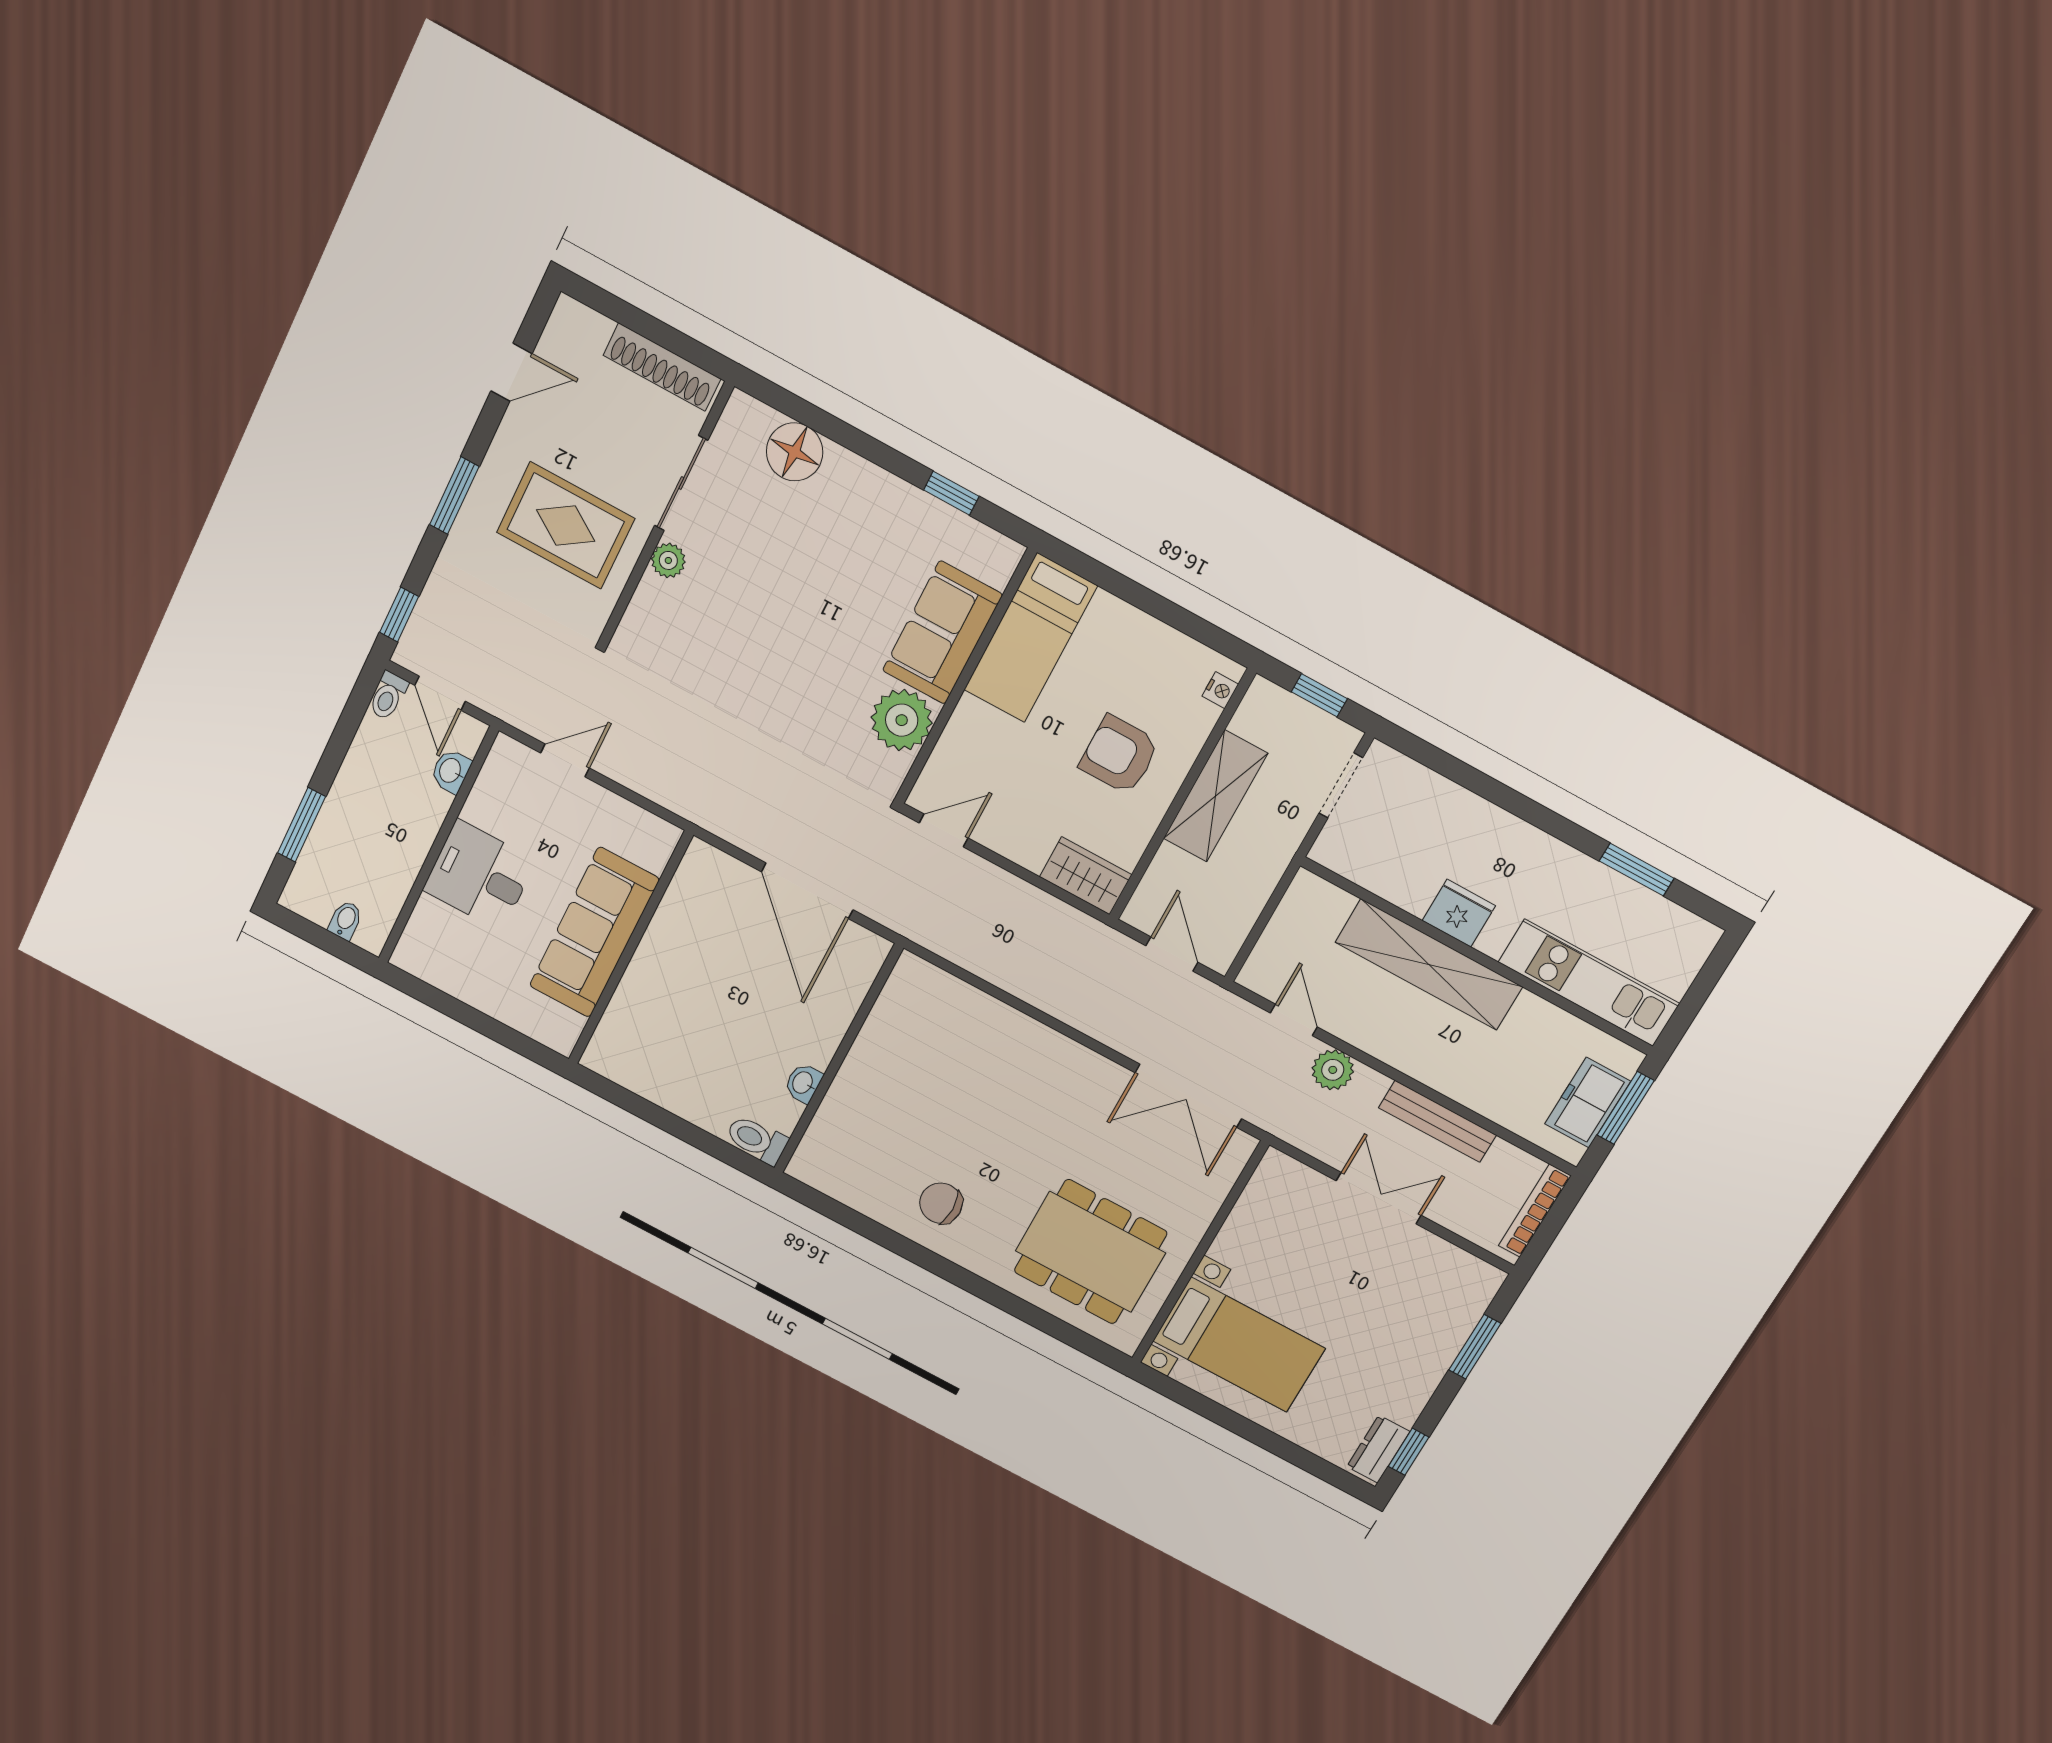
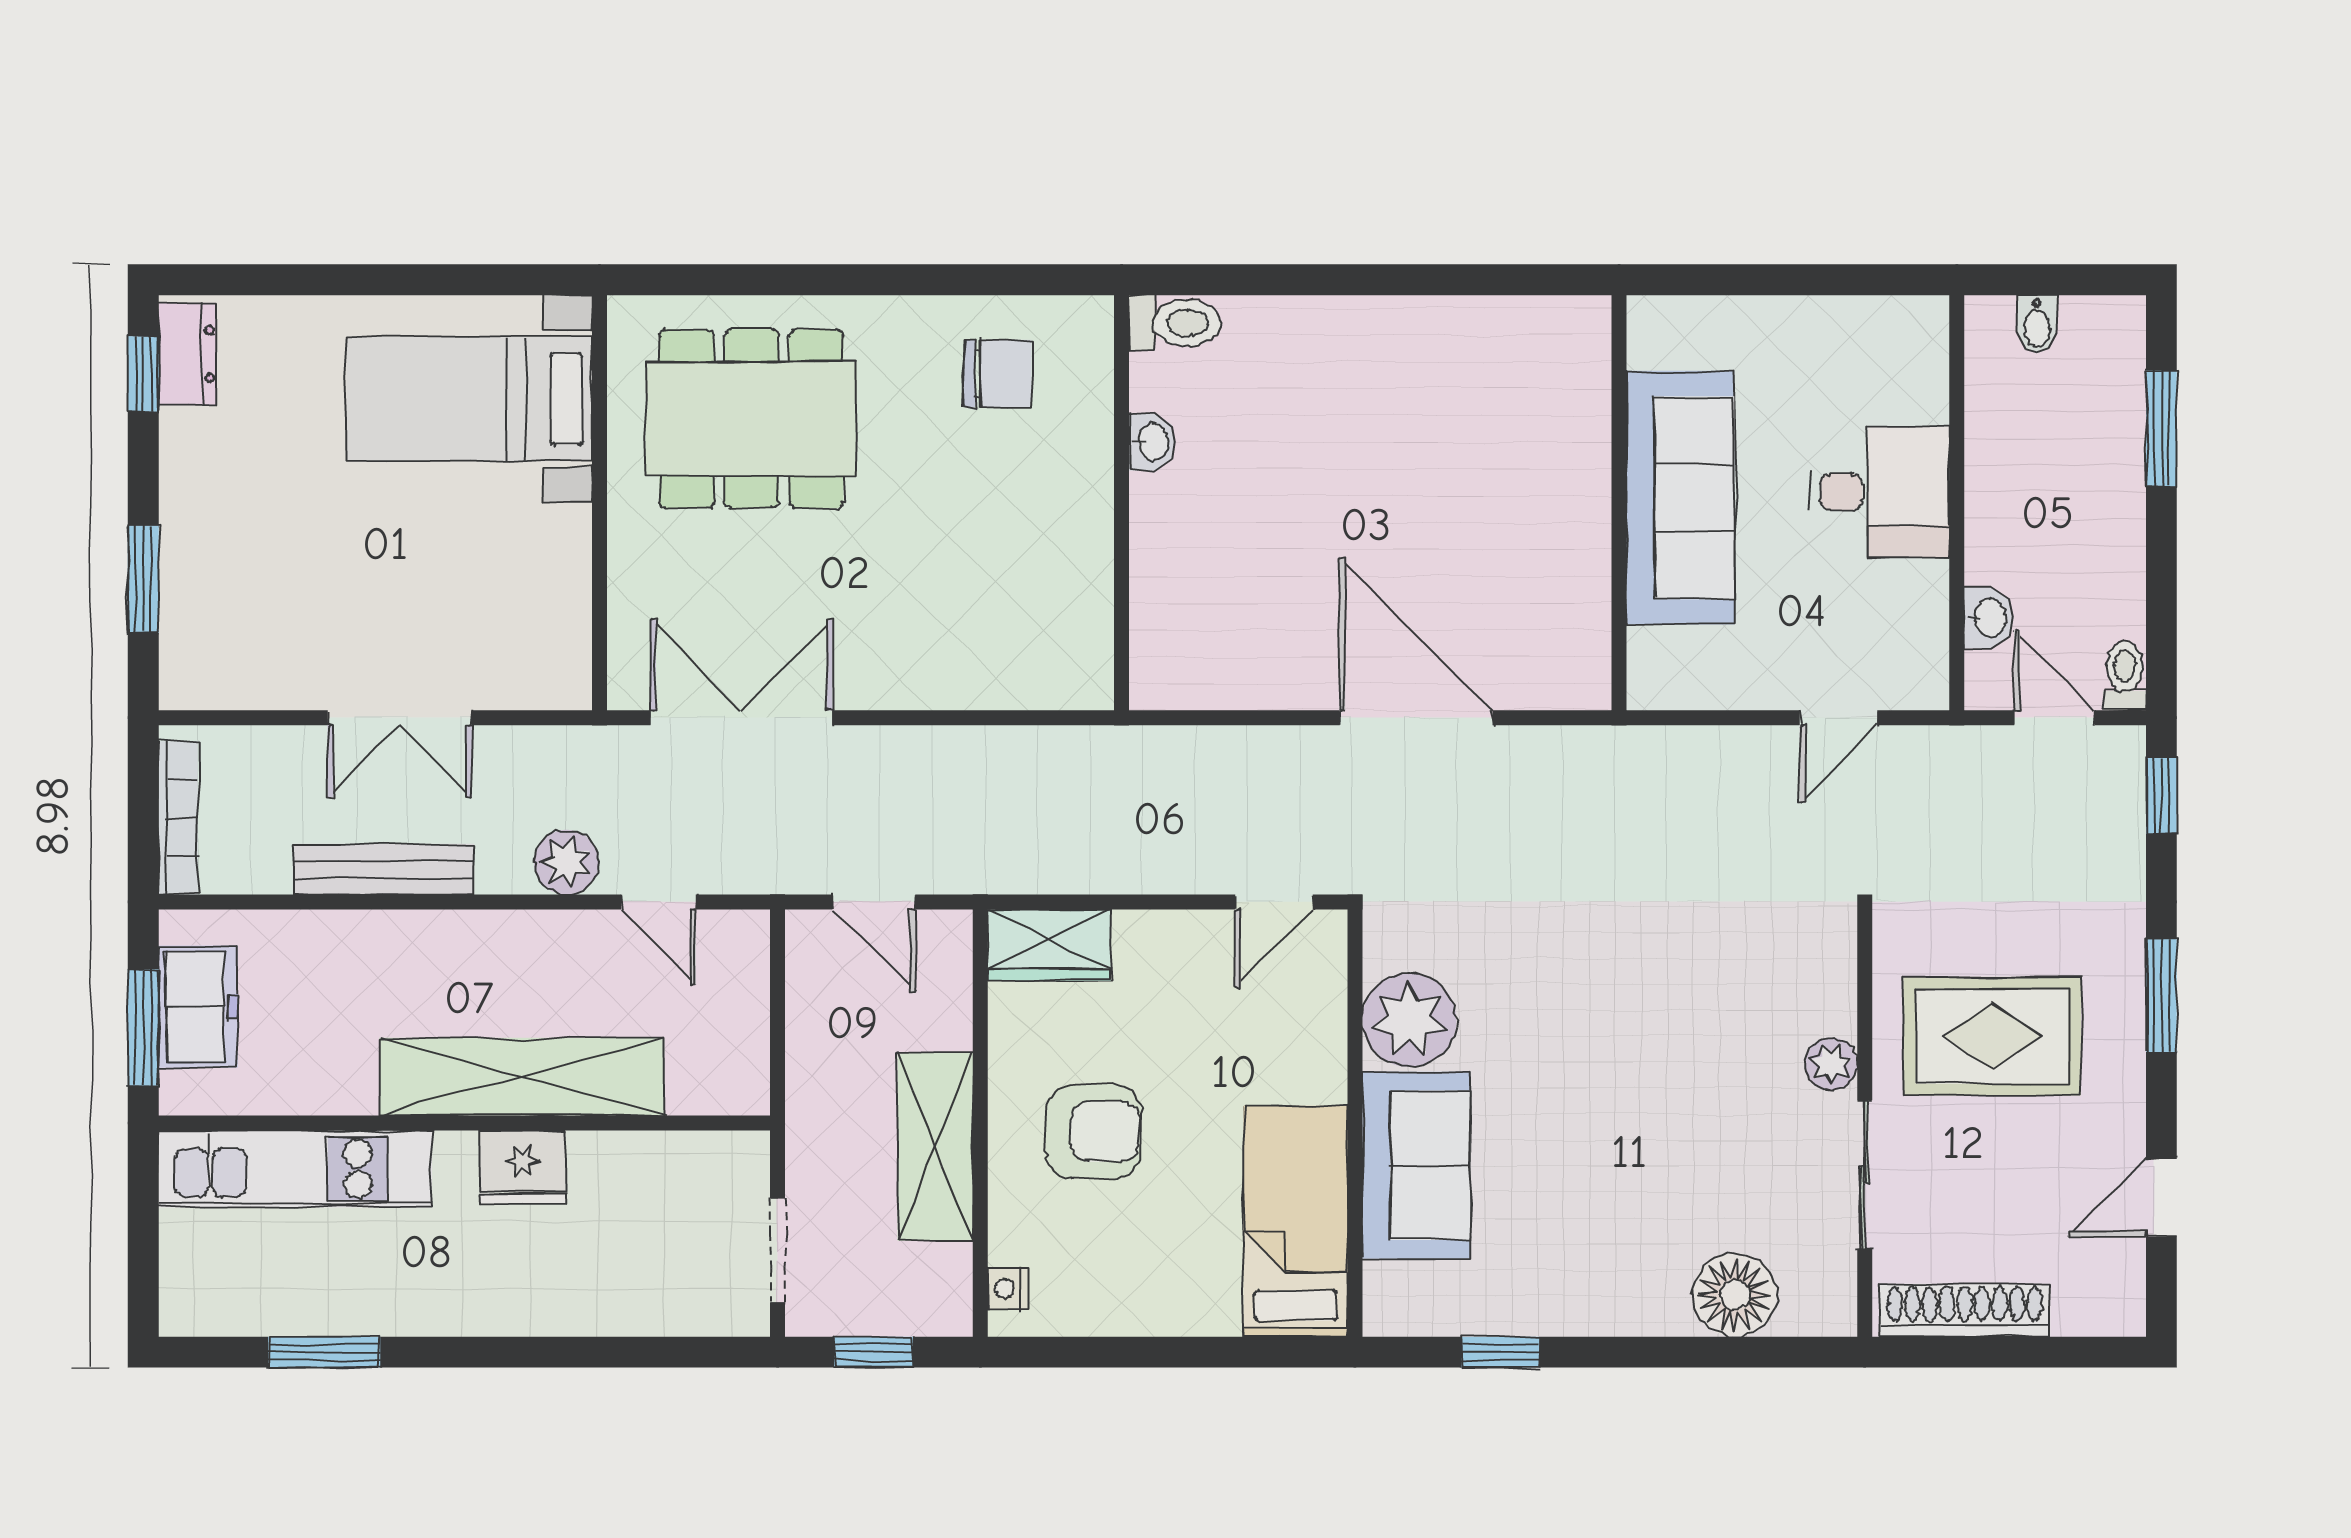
wall: (838, 1059) -> (1122, 503), moved
washbasin: (803, 1083) -> (1152, 442), moved
toilet: (757, 1140) -> (1175, 323), moved

